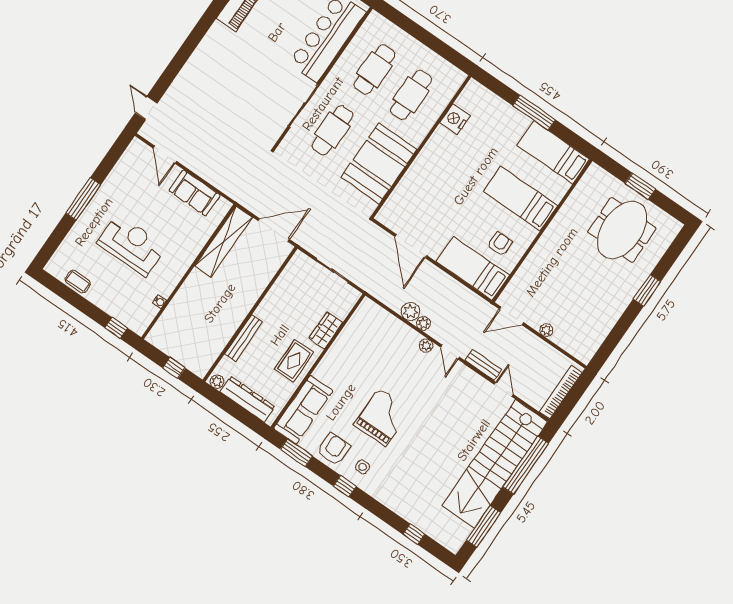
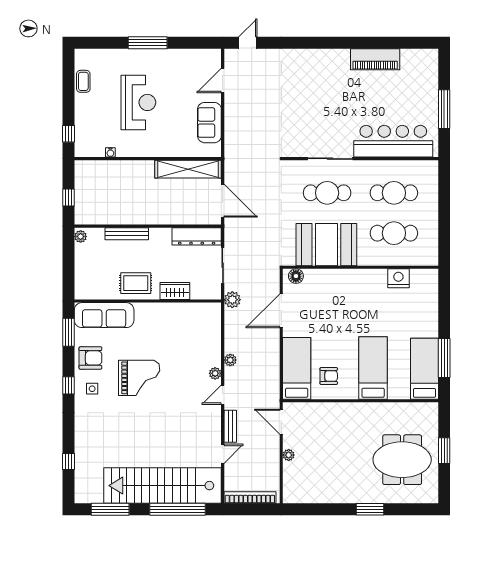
window: (534, 113) -> (444, 358), moved
floor lamp: (388, 211) -> (296, 276), added
plant: (410, 312) -> (232, 300), moved
dresser: (248, 399) -> (197, 236), moved, turned 90

